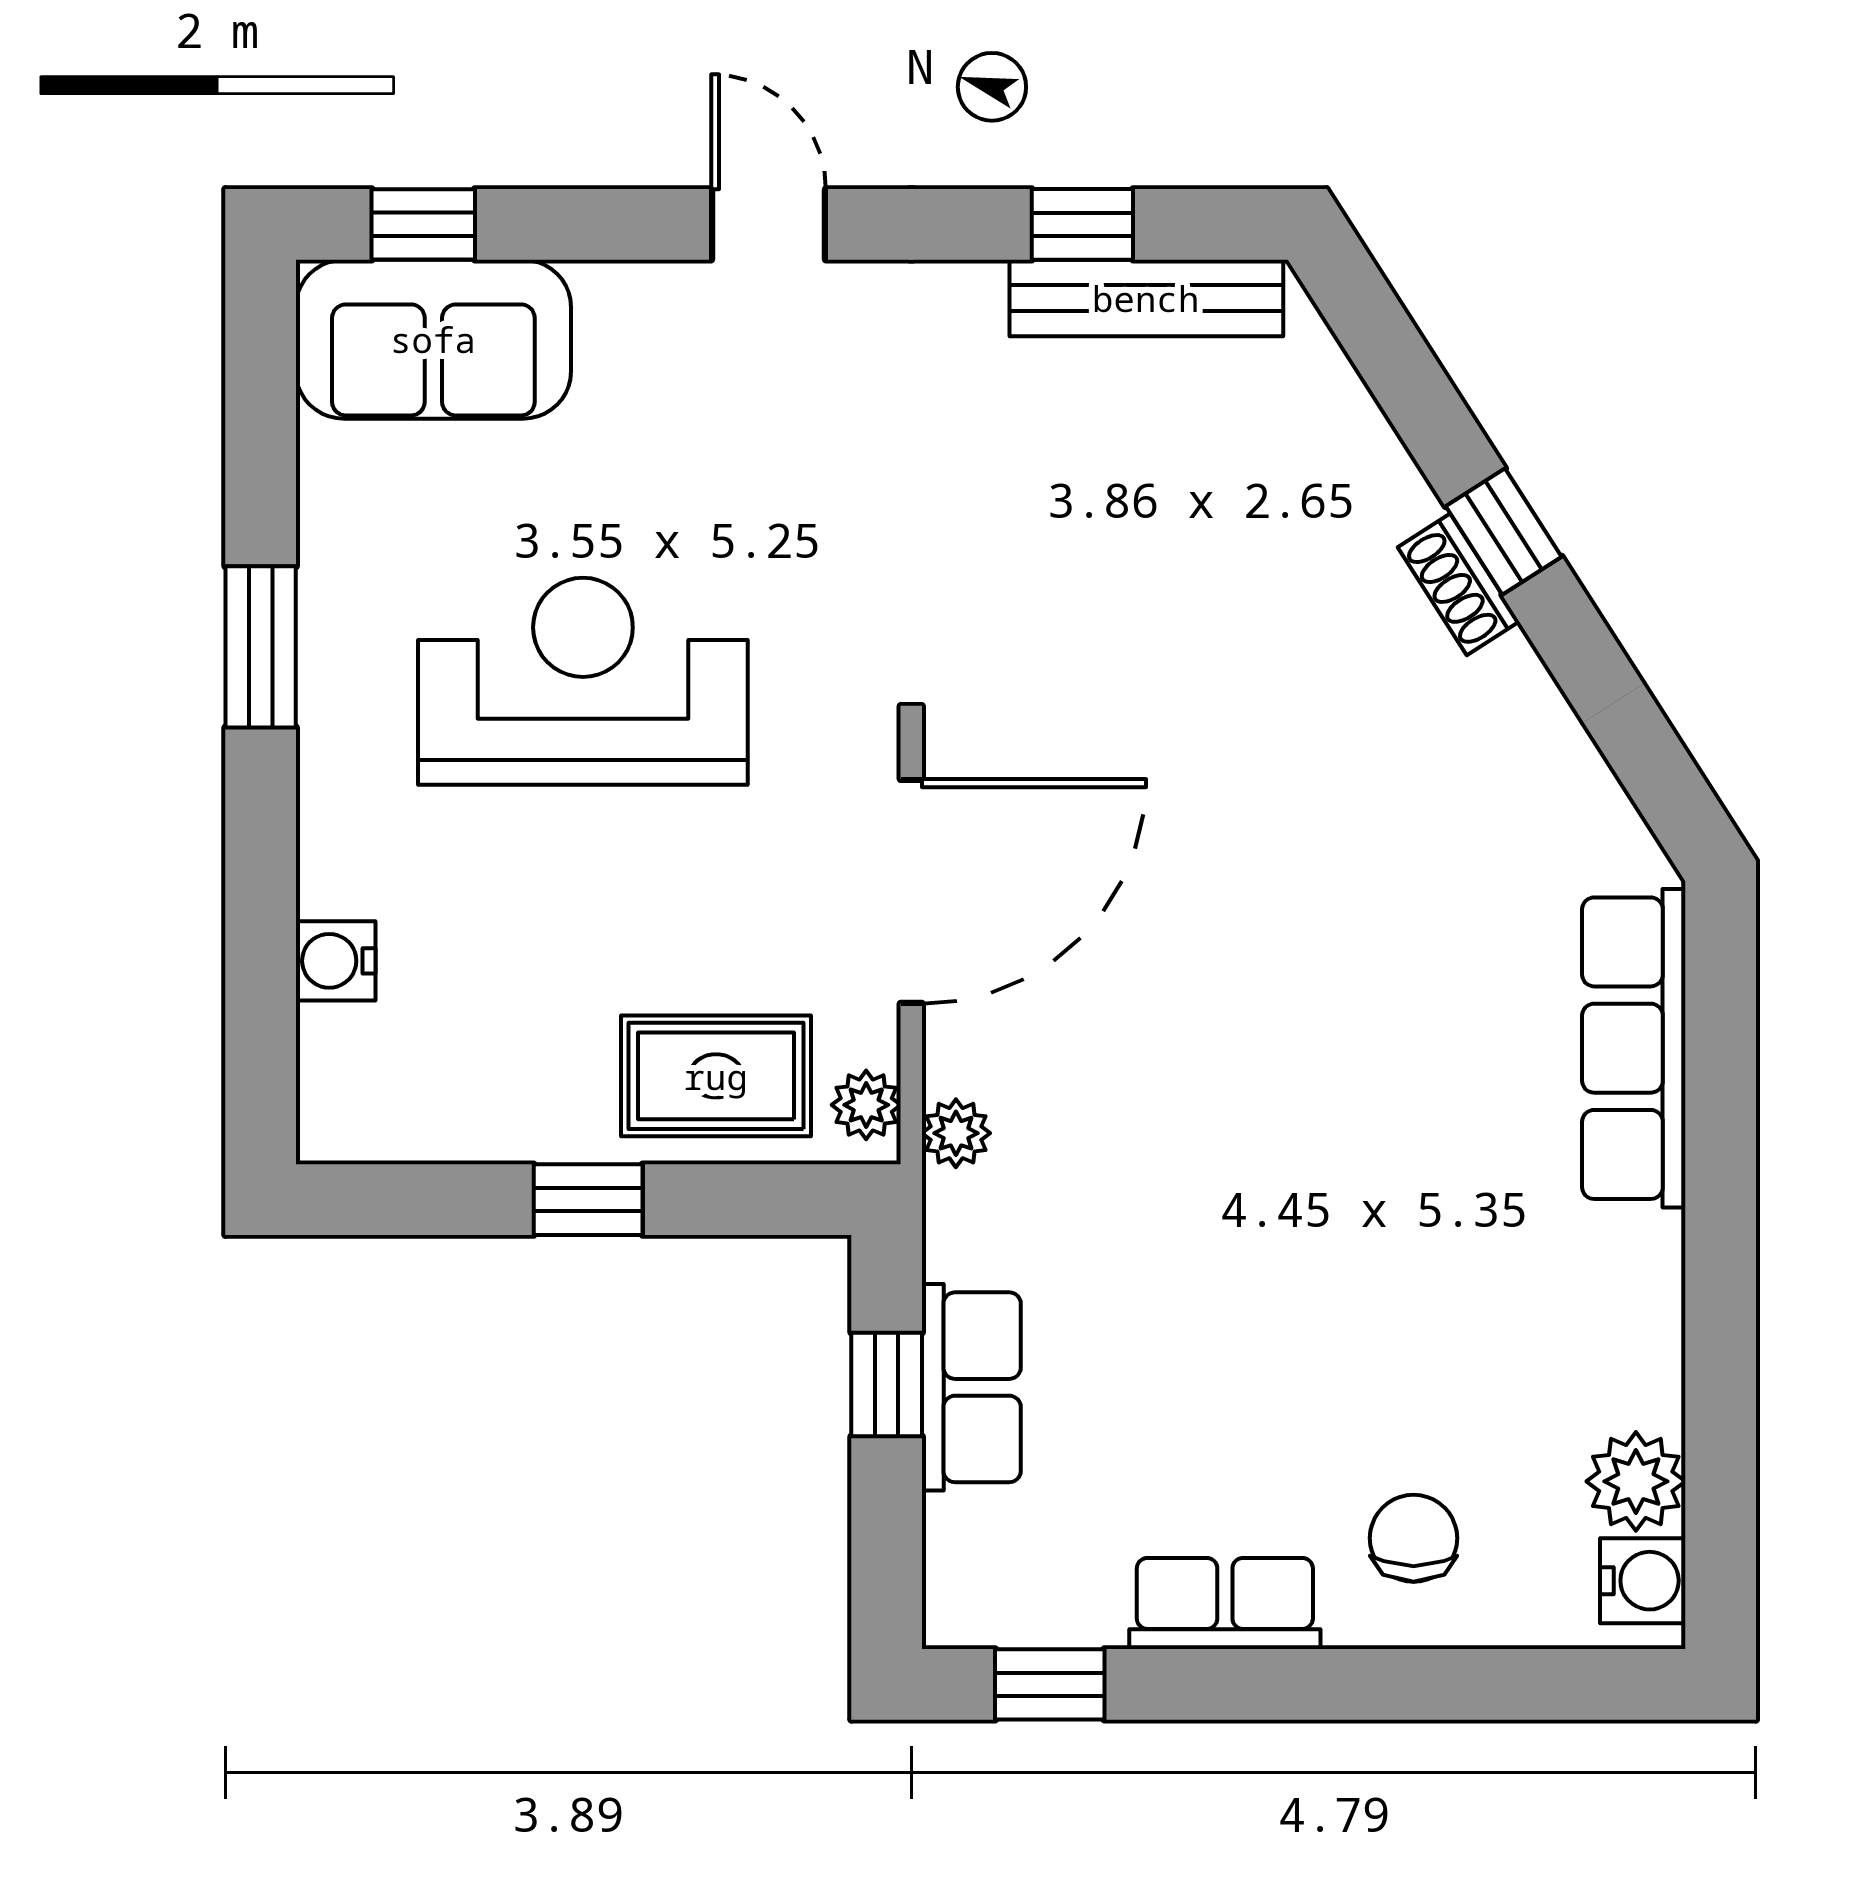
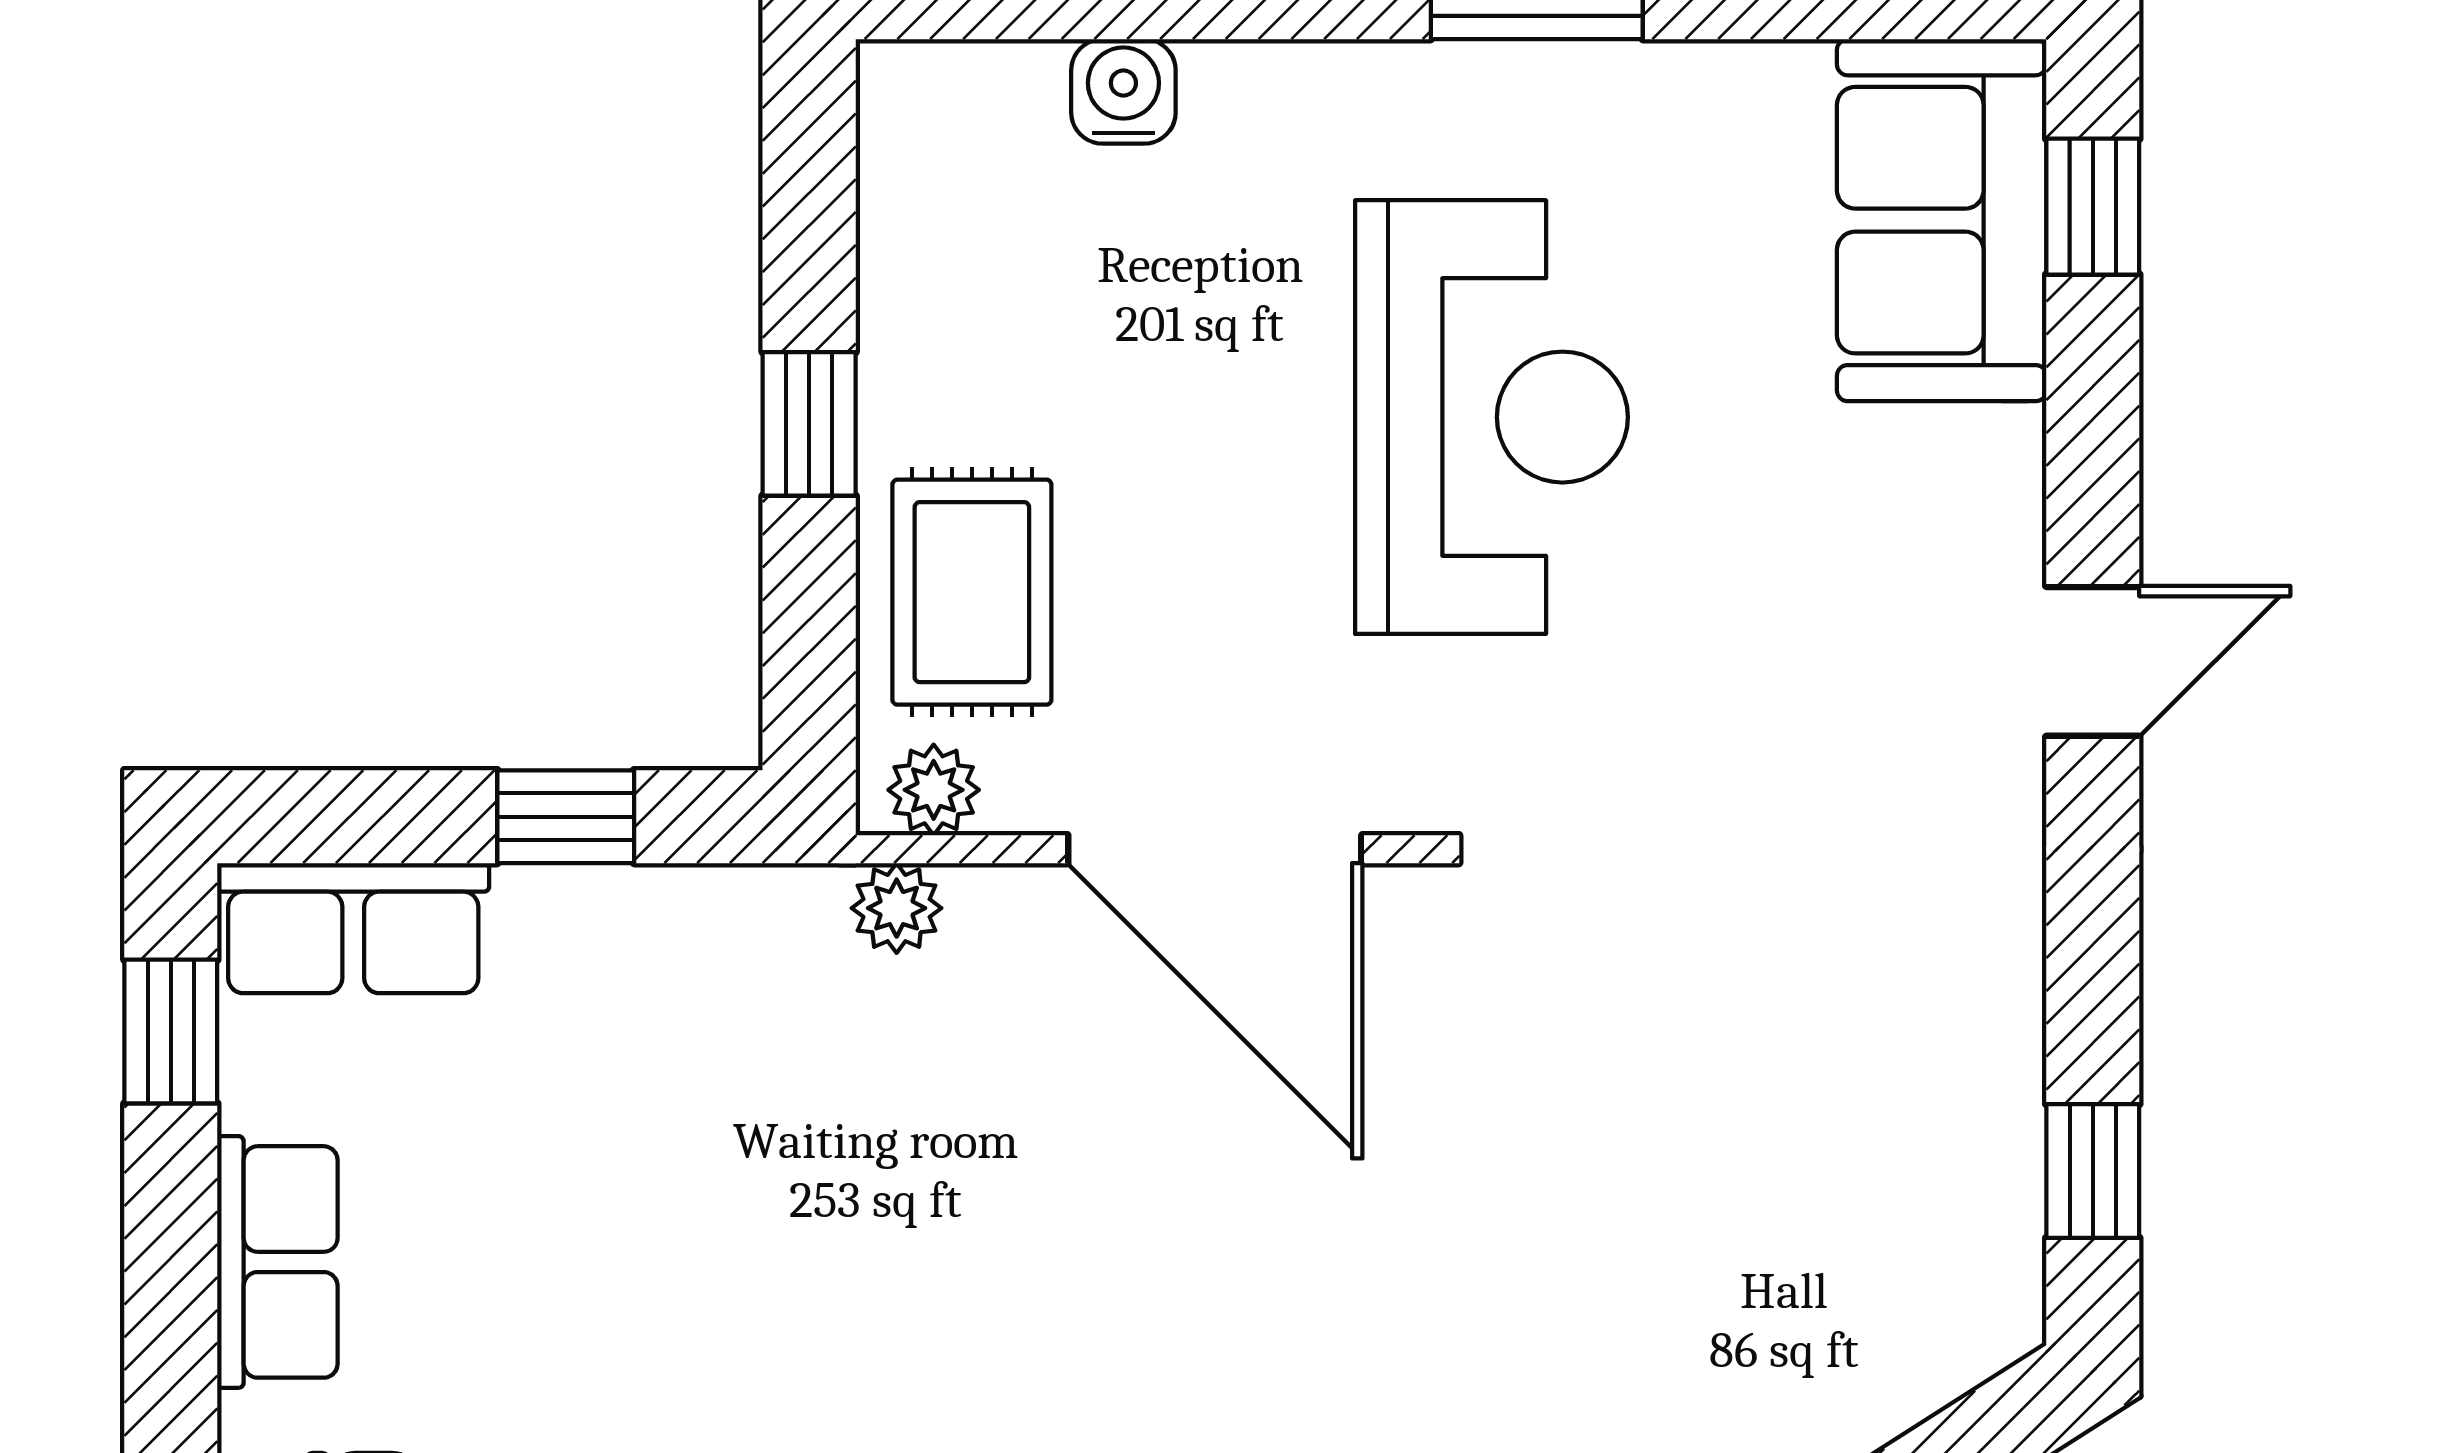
window: (1082, 224) -> (2093, 1171), moved
bench: (1146, 298) -> (1996, 1159), removed
row of seats: (971, 1387) -> (353, 928), moved

